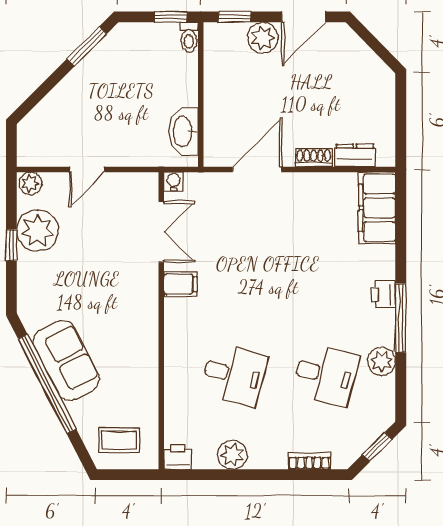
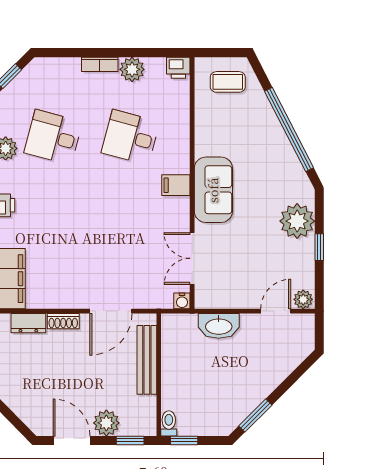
door: (304, 17) -> (72, 440), hinge flipped
bench: (215, 112) -> (147, 360), added
washbasin: (183, 131) -> (219, 326), moved, turned 90
door: (87, 170) -> (276, 311), moved
plant: (37, 230) -> (297, 221), moved
filing cabinet: (181, 284) -> (176, 185), moved
sofa: (66, 360) -> (213, 190), moved, turned -153
bookcase: (309, 461) -> (100, 64), moved

